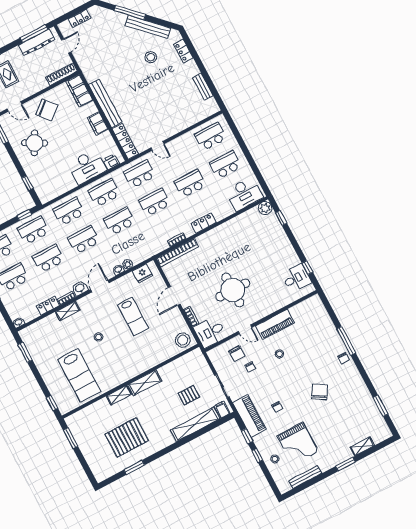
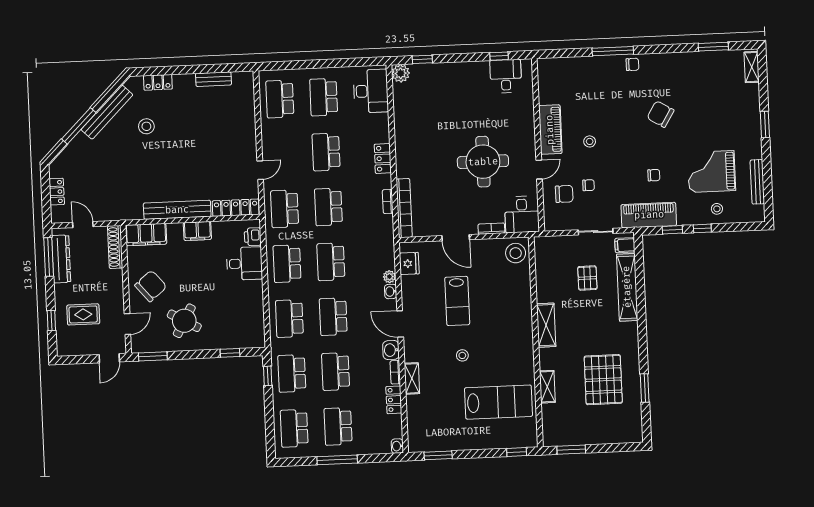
desk: (87, 167) -> (244, 263), width x0.73
lab bench: (133, 317) -> (457, 301), turned 90
shelving: (119, 395) -> (547, 387), moved
grand piano: (298, 444) -> (712, 172), turned 180
shelving: (362, 446) -> (752, 67), moved

